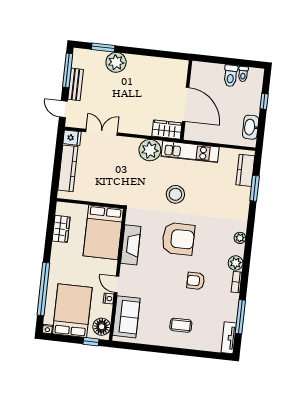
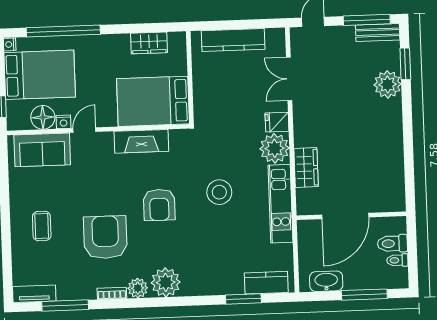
bench: (76, 84) -> (378, 33), moved
wall: (186, 100) -> (351, 216), moved
window: (264, 101) -> (364, 295), width x2.17
door: (186, 104) -> (345, 216), moved
double door: (102, 132) -> (289, 79), swing flipped
fridge: (72, 138) -> (277, 122), moved, turned 90
plant: (240, 238) -> (166, 282), width x1.88, depth x1.88
armchair: (178, 239) -> (159, 205), width x0.73, depth x0.73
armchair: (196, 281) -> (105, 237), width x1.88, depth x1.88
floor lamp: (102, 327) -> (43, 117), moved

